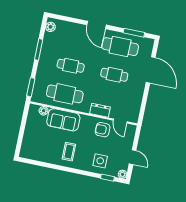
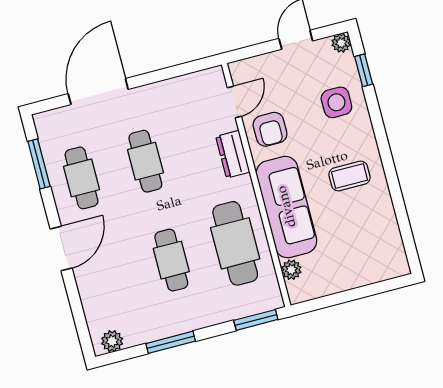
cafe table: (120, 47) -> (82, 178), width x0.73, depth x0.74
sofa: (63, 120) -> (286, 207), width x1.36

